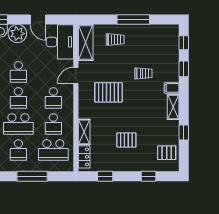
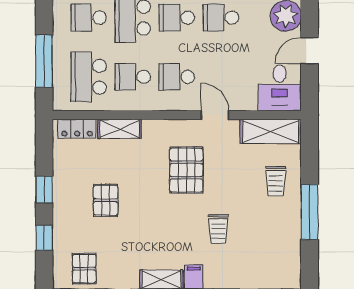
desk: (60, 42) -> (280, 88), width x0.73
window: (32, 176) -> (44, 61), moved
window: (105, 176) -> (44, 189), moved

